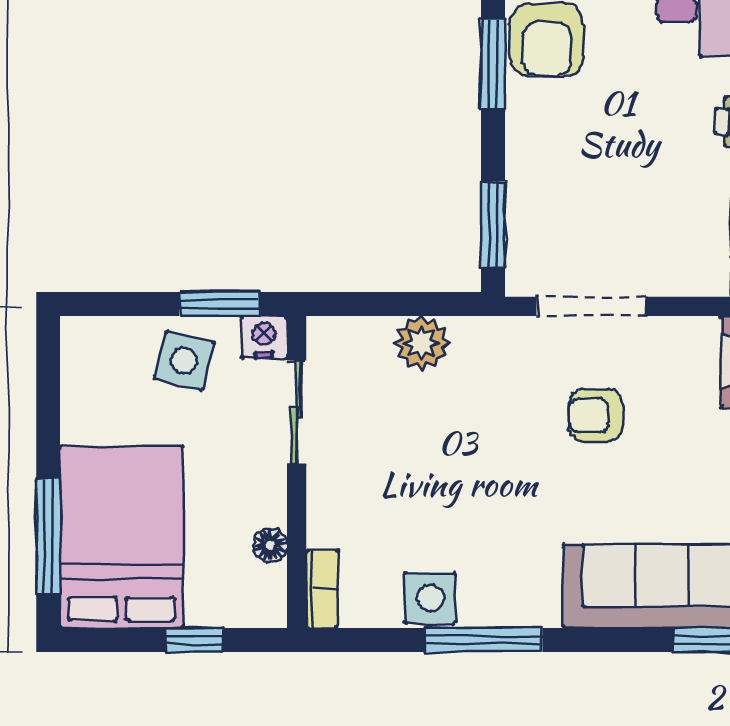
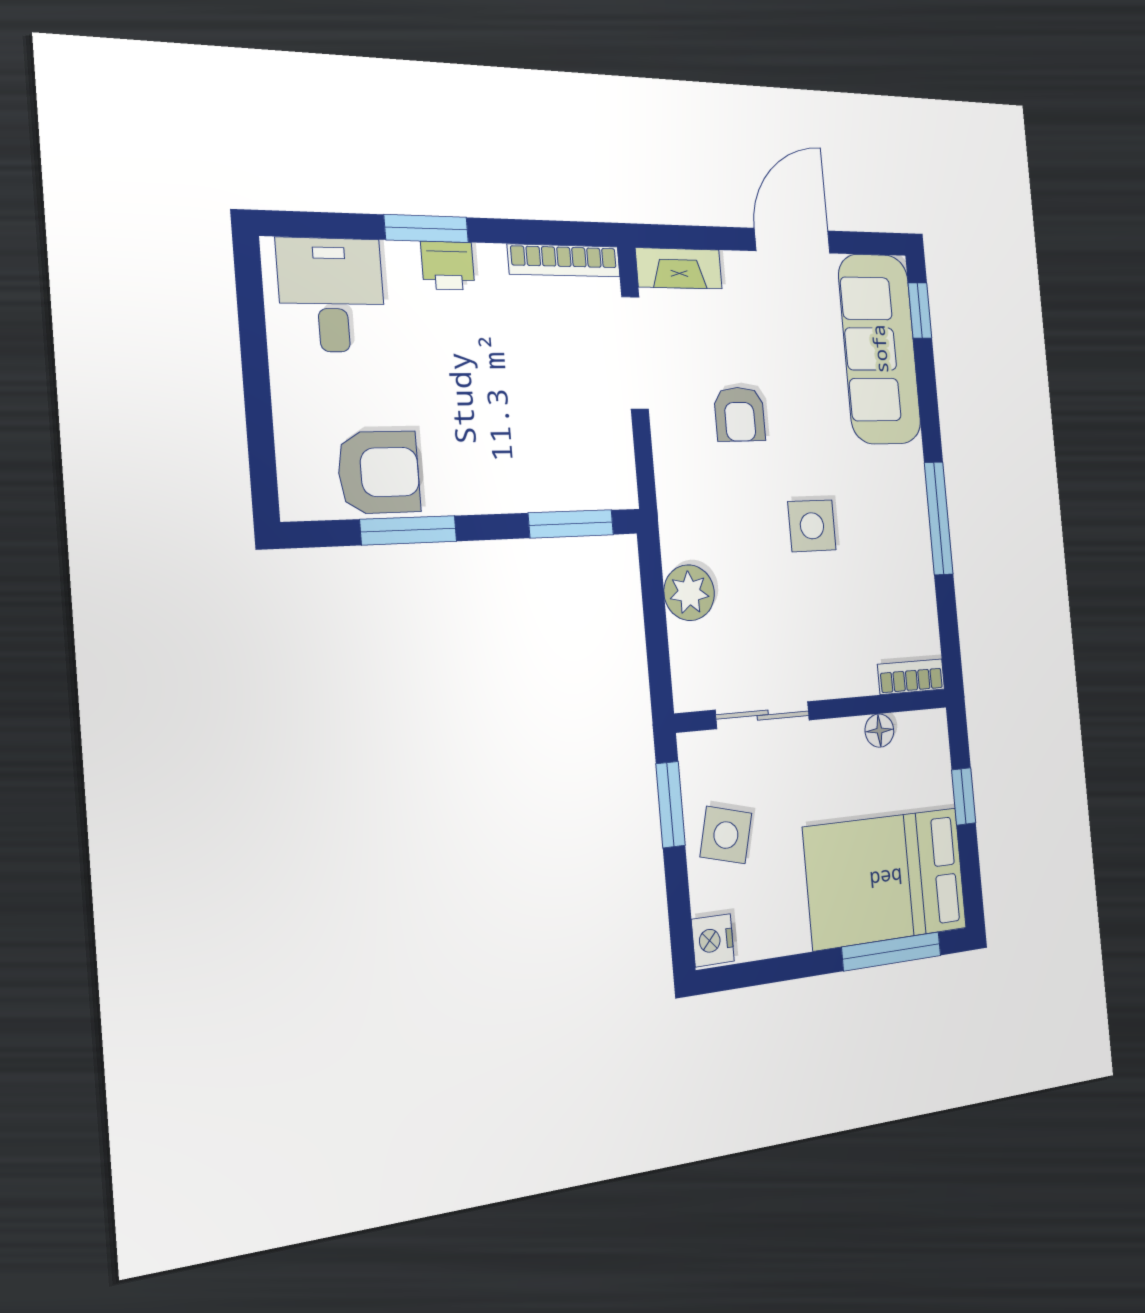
doorway: (591, 306) -> (635, 353), moved
nightstand: (264, 337) -> (713, 940), moved
side table: (430, 598) -> (812, 526), moved

